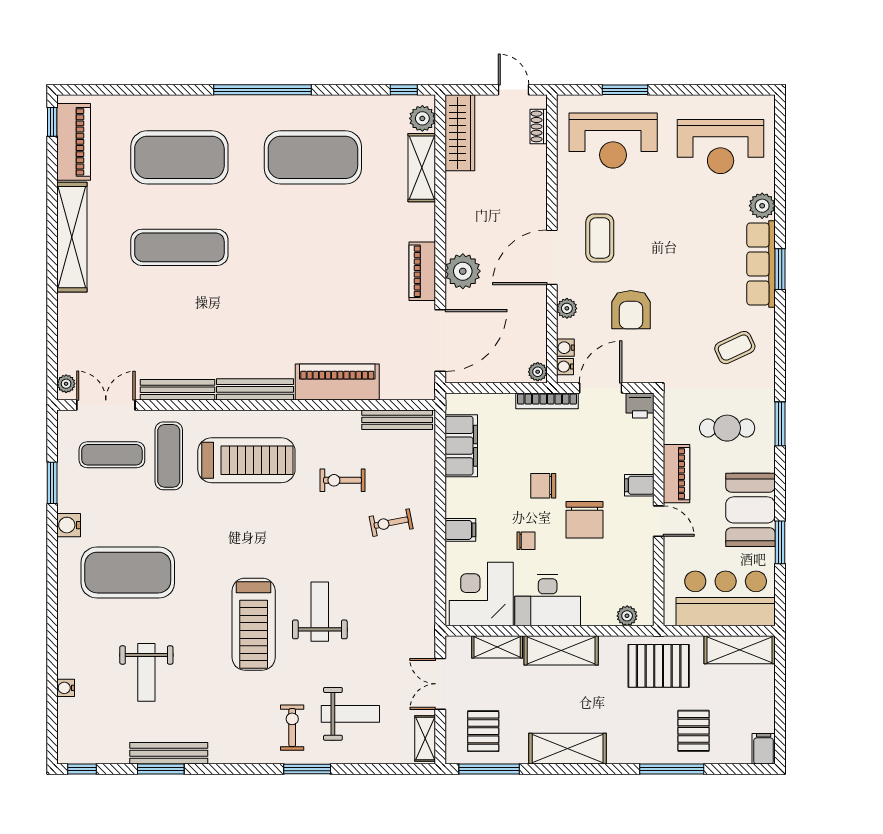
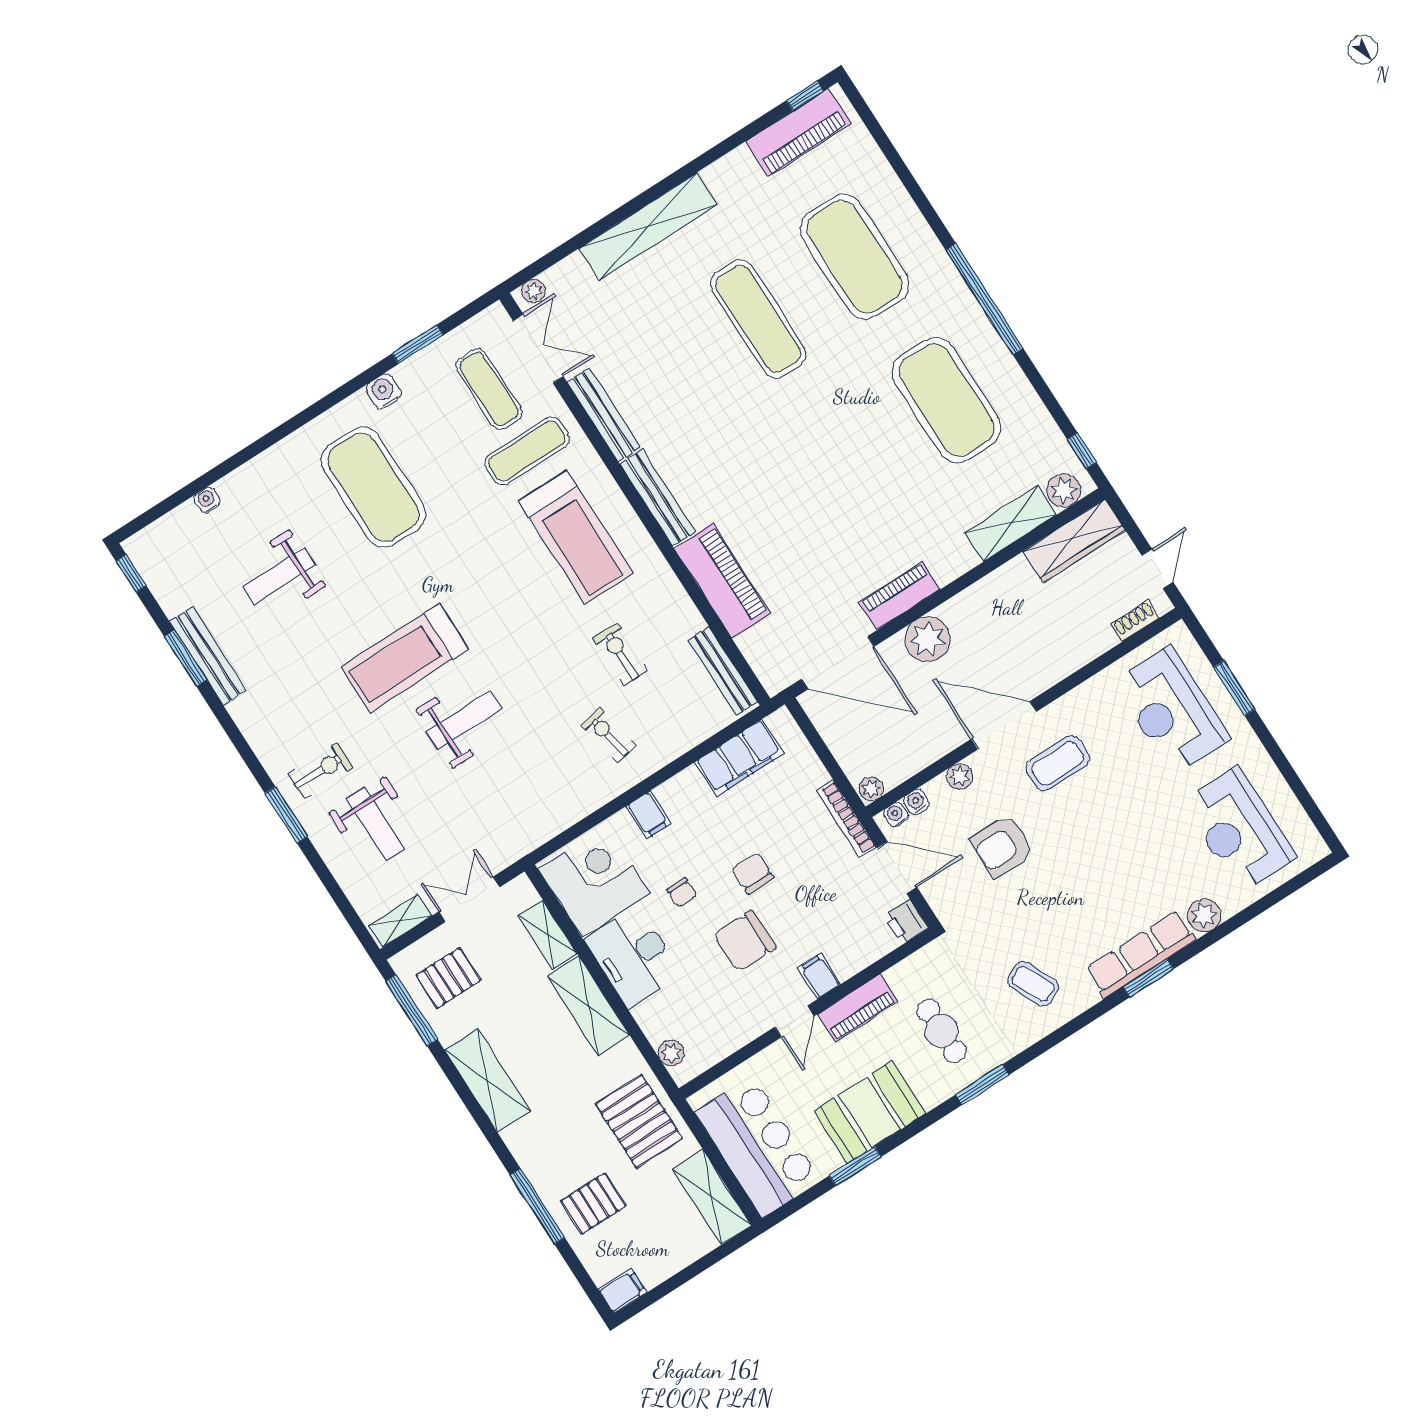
shelving: (72, 237) -> (648, 227), moved

